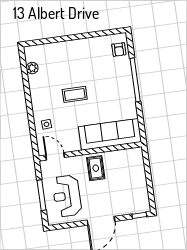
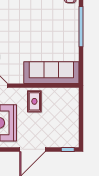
coffee table: (75, 94) -> (25, 32), removed

